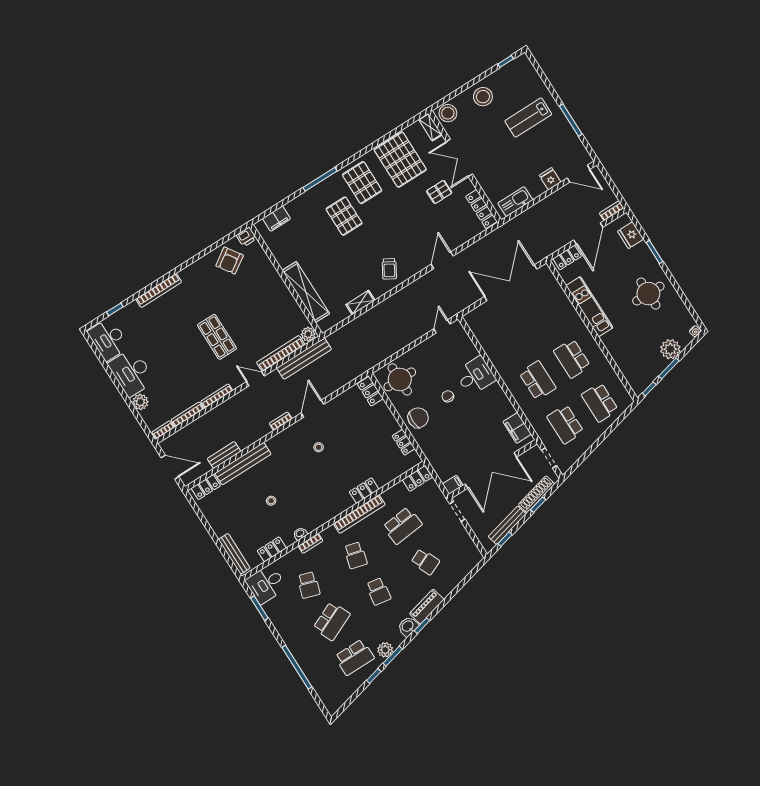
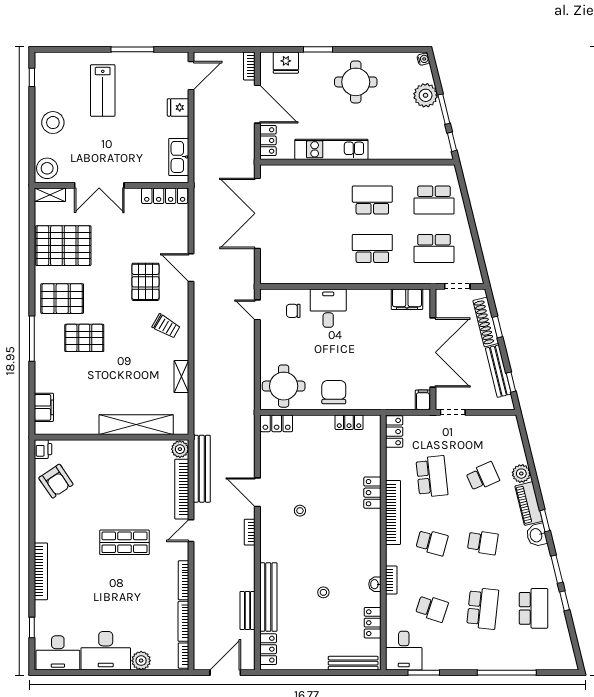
pallet: (439, 192) -> (145, 282), moved, width x1.50, depth x1.42
school desk: (572, 359) -> (372, 200), turned 180
chair: (448, 396) -> (293, 311), moved
school desk: (332, 621) -> (483, 608), turned 30
plant: (385, 650) -> (521, 474), moved

